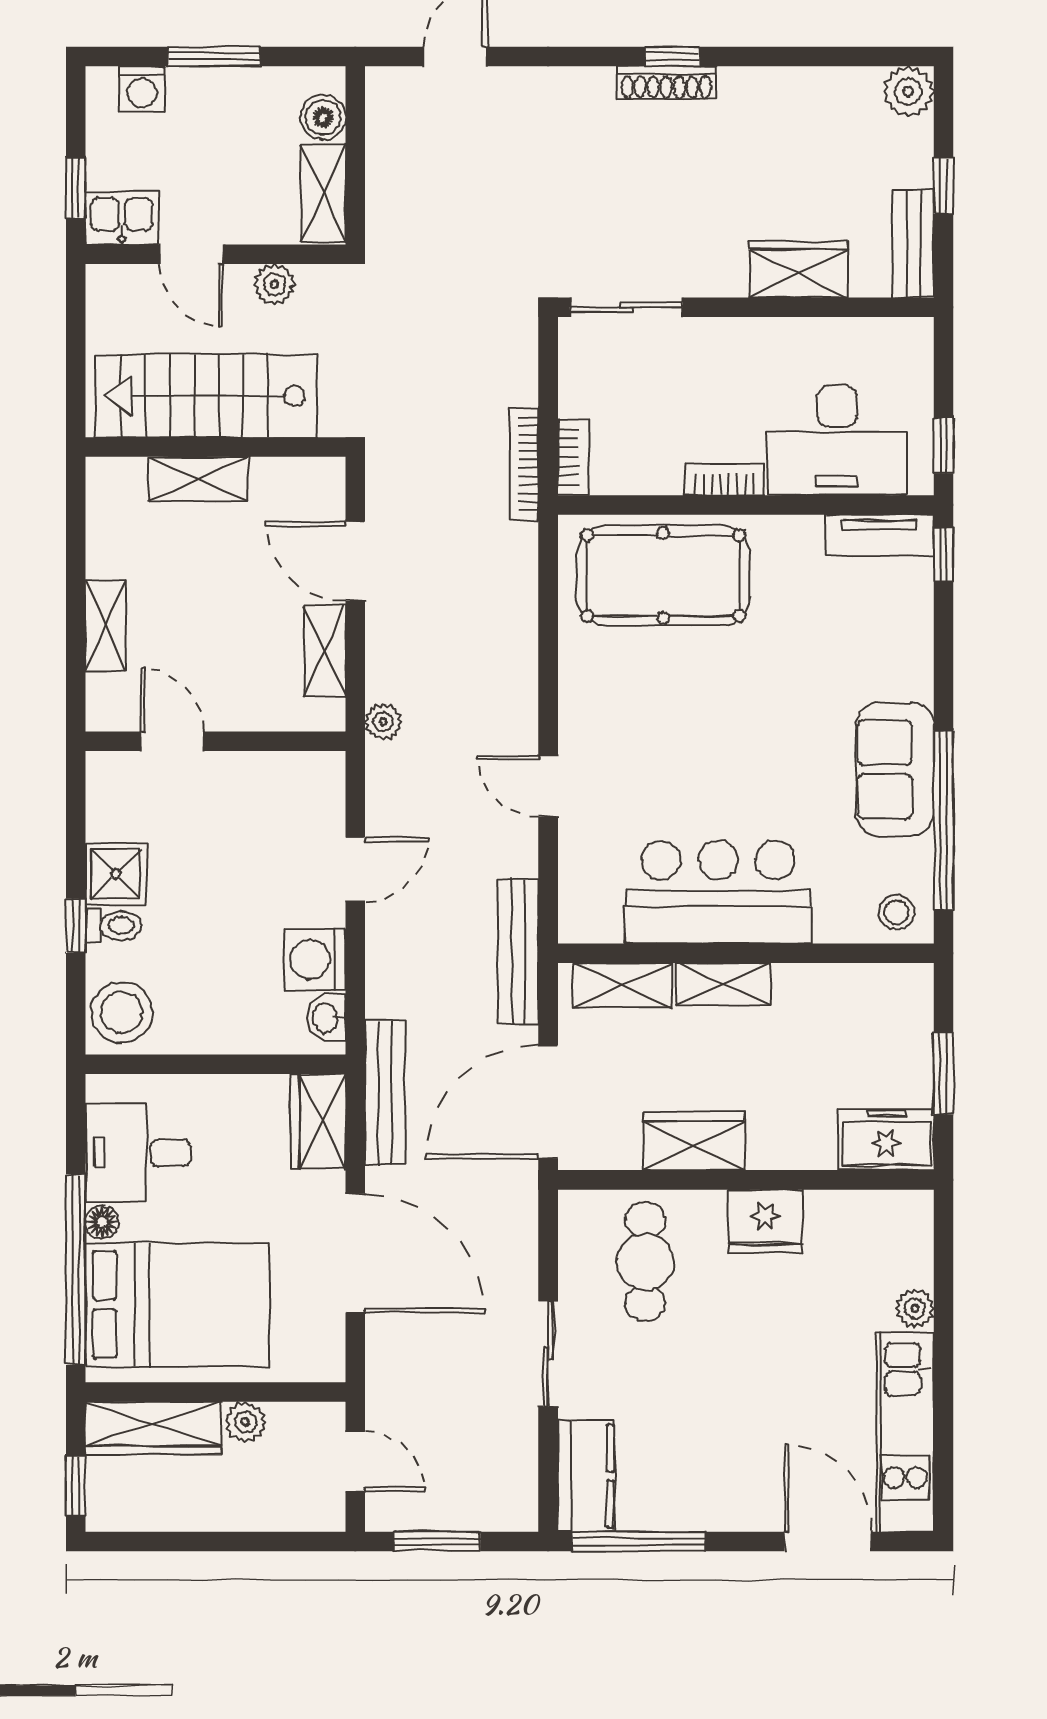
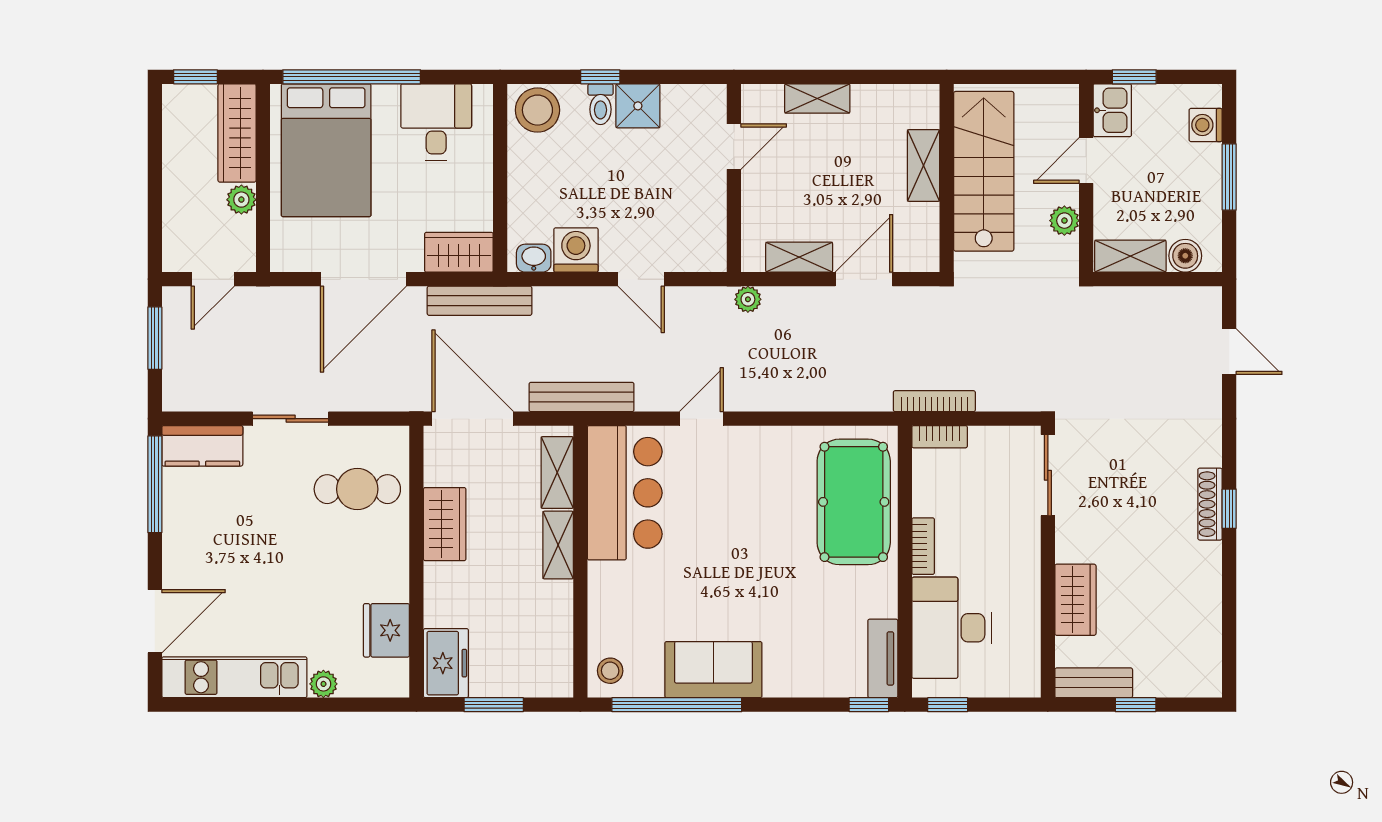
plant: (908, 92) -> (1204, 679), removed
bar counter: (718, 892) -> (625, 493), moved
fridge: (765, 1221) -> (386, 630), moved
floor lamp: (102, 1222) -> (386, 96), removed

